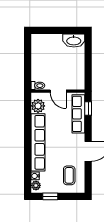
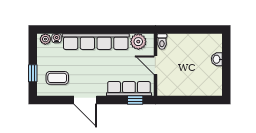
washbasin: (74, 41) -> (217, 59), moved, width x0.52, depth x0.69
door: (58, 91) -> (155, 65), hinge flipped
window: (50, 196) -> (33, 73), moved

